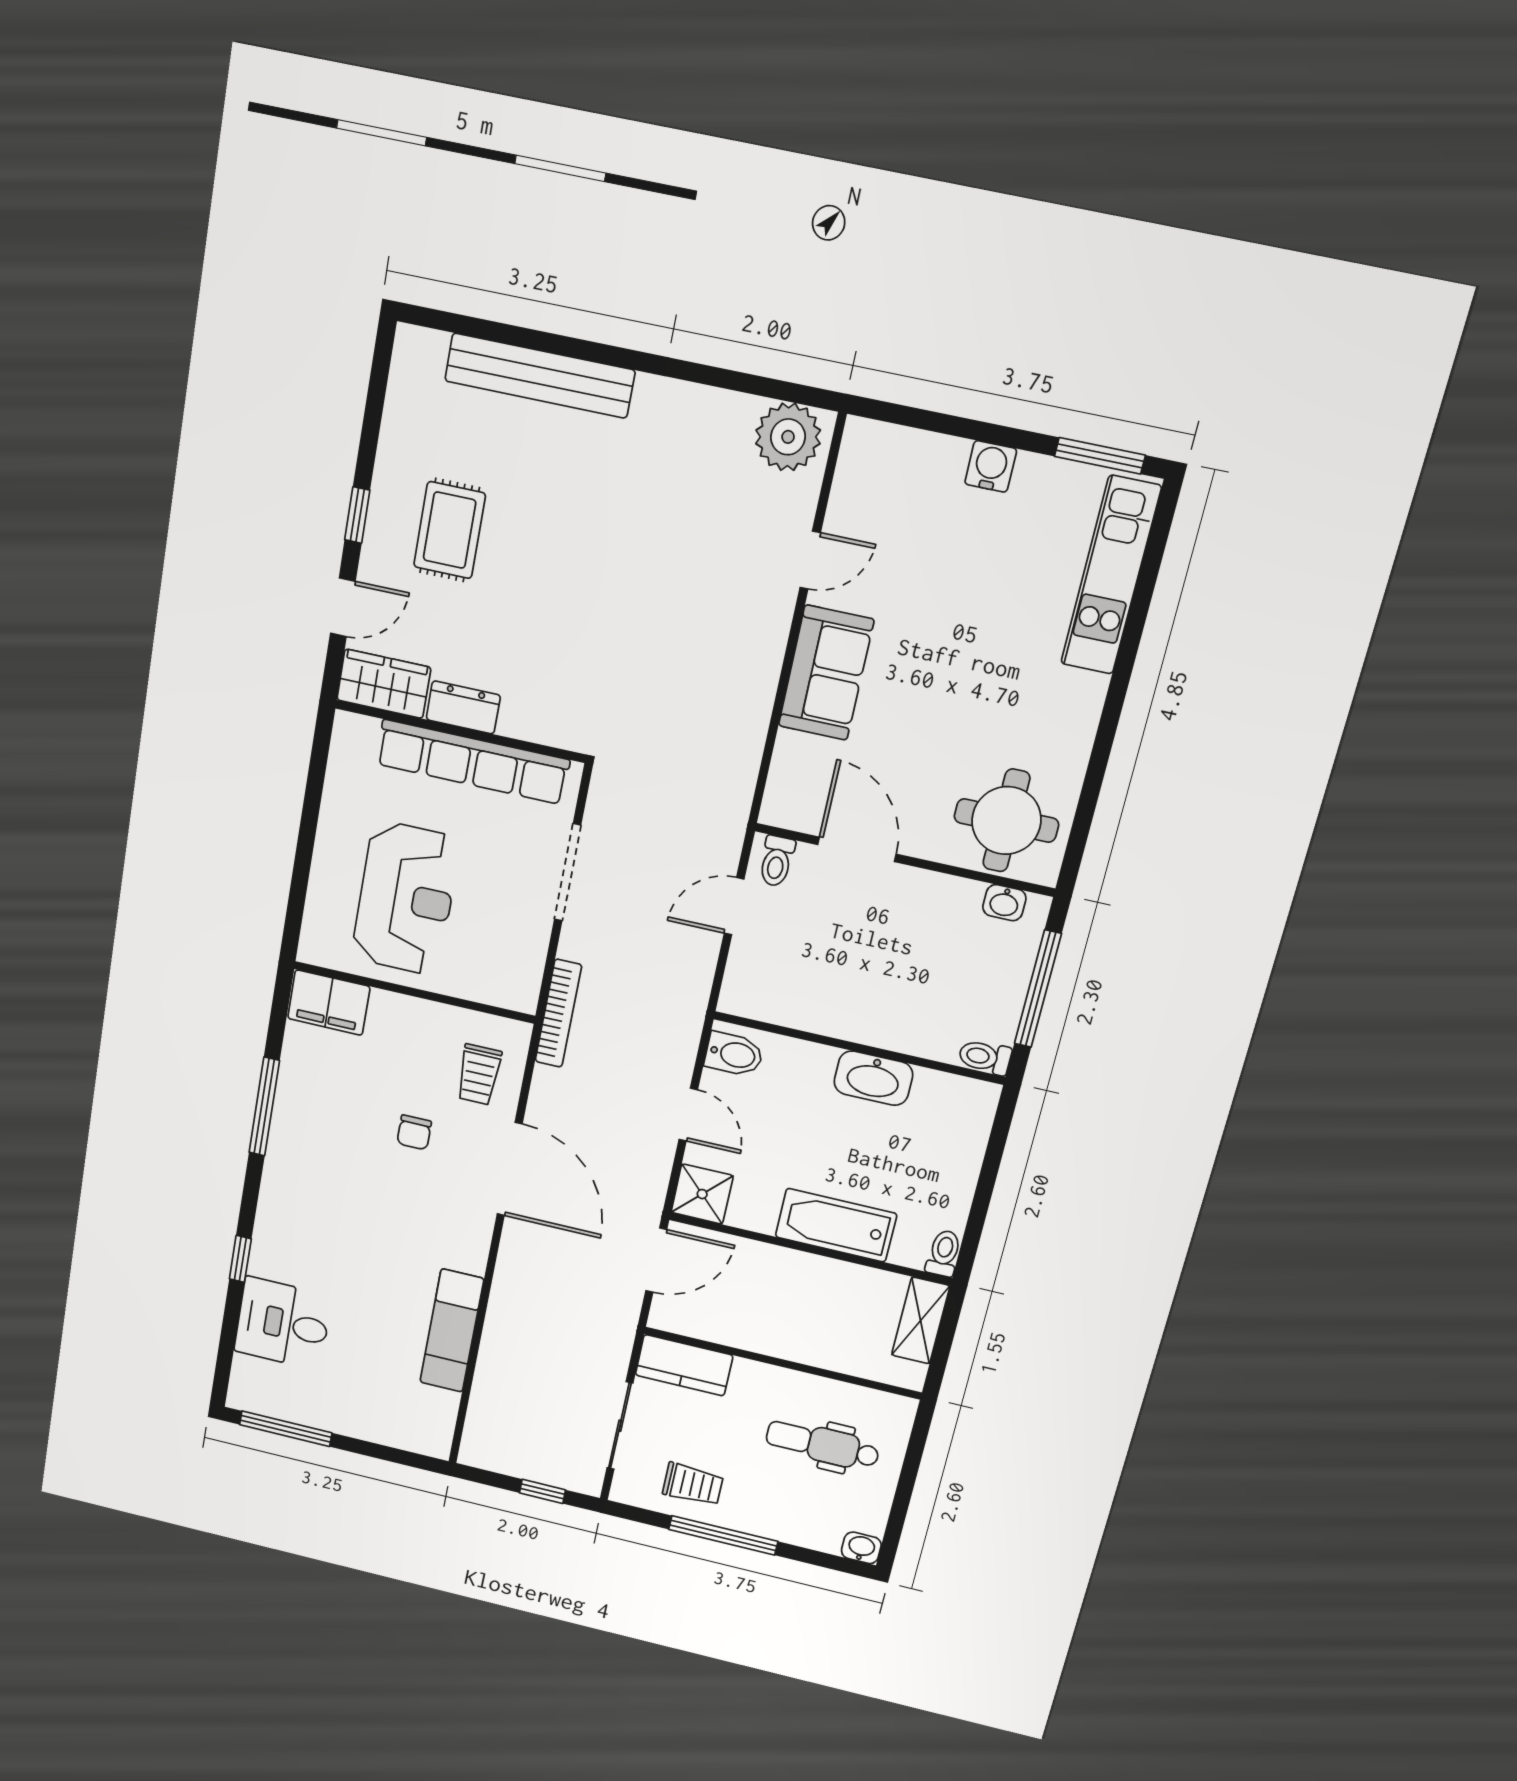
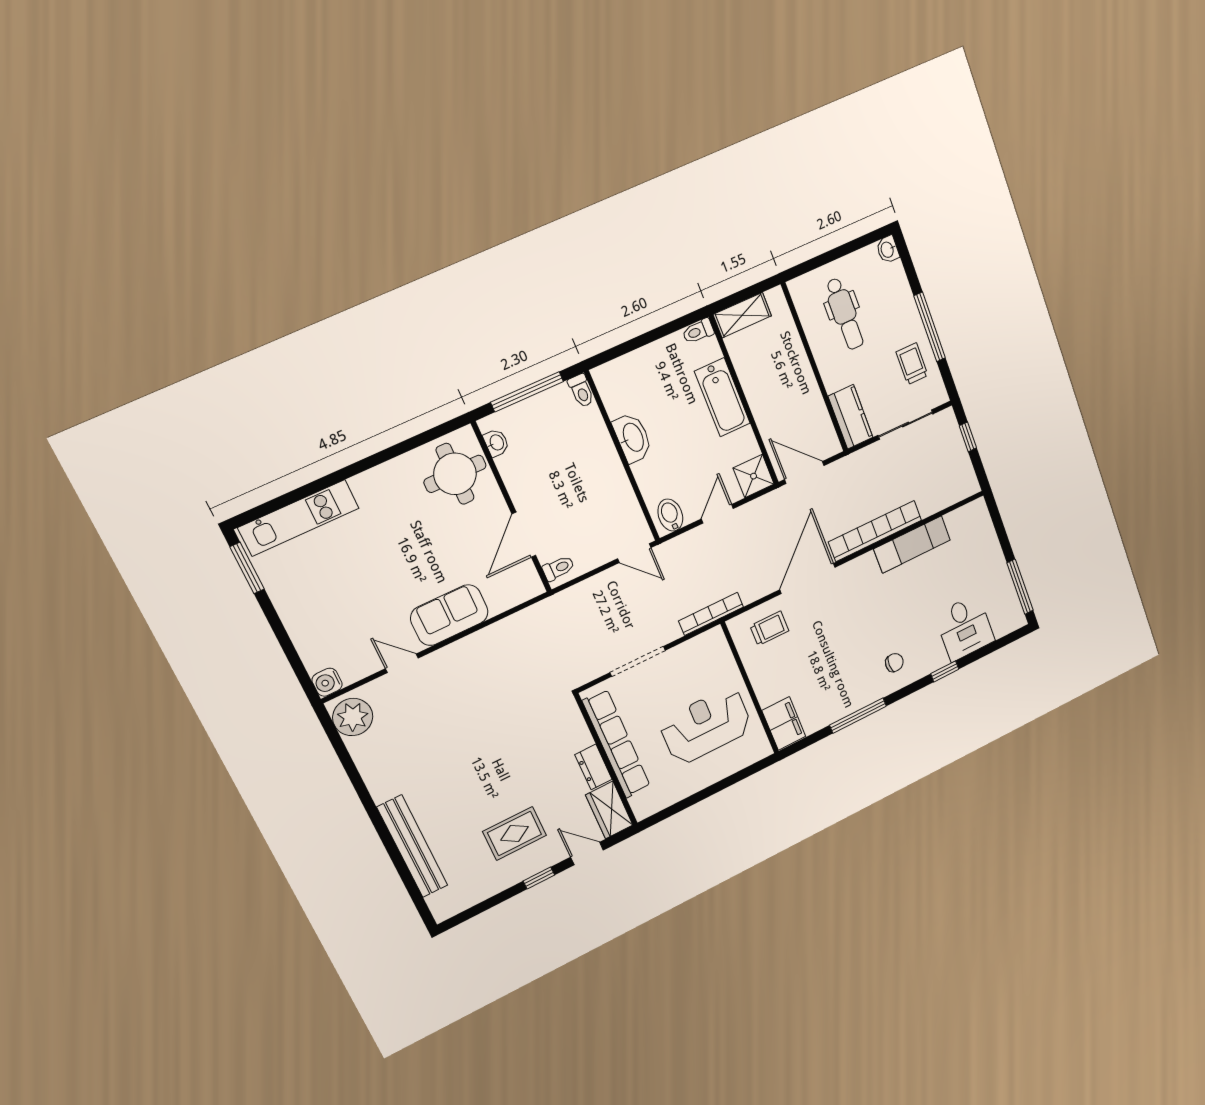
water cooler: (991, 466) -> (327, 682), moved
door: (734, 906) -> (634, 553), moved
chair: (414, 1132) -> (894, 663), moved
bookcase: (507, 1297) -> (875, 531), added

